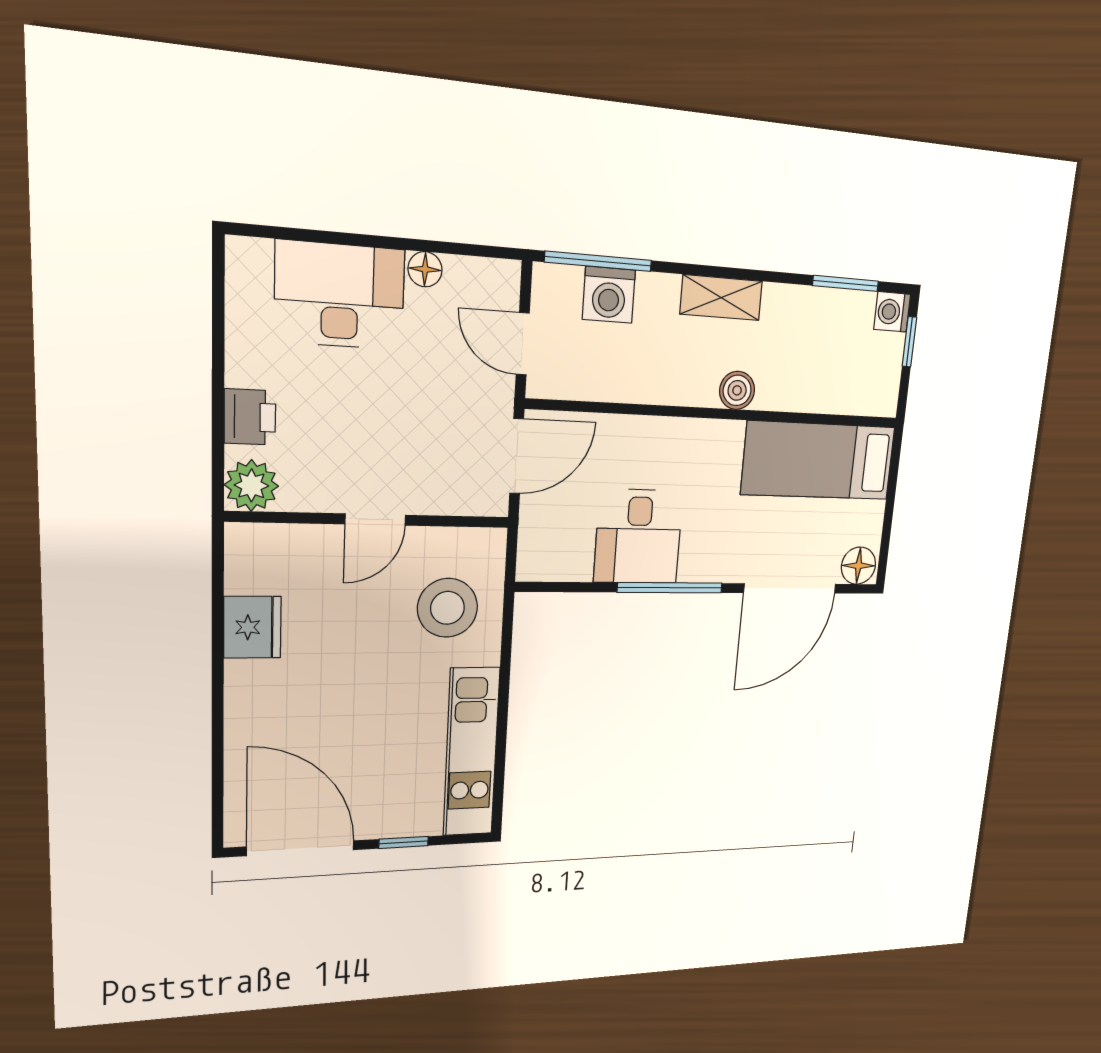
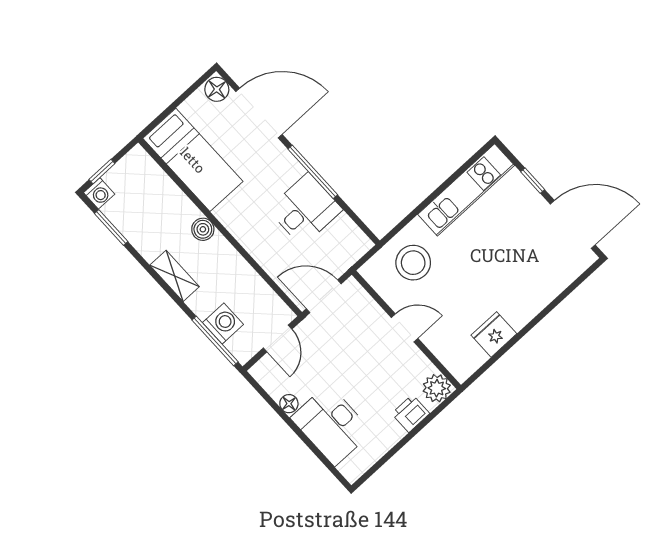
door: (301, 848) -> (573, 224), swing flipped

